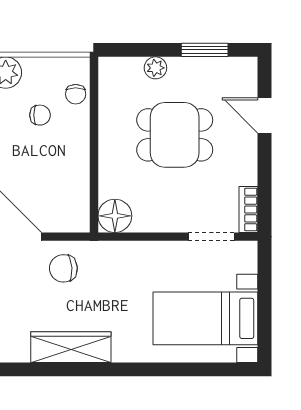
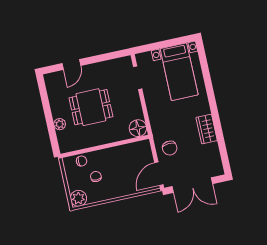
window: (205, 50) -> (45, 102), removed
dining table: (175, 135) -> (91, 107), turned 90
bookcase: (248, 210) -> (120, 62), removed
wardrobe: (71, 347) -> (207, 129), width x0.67

